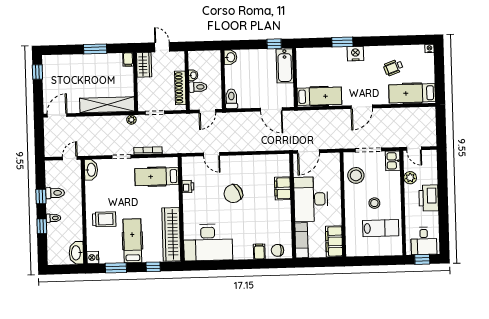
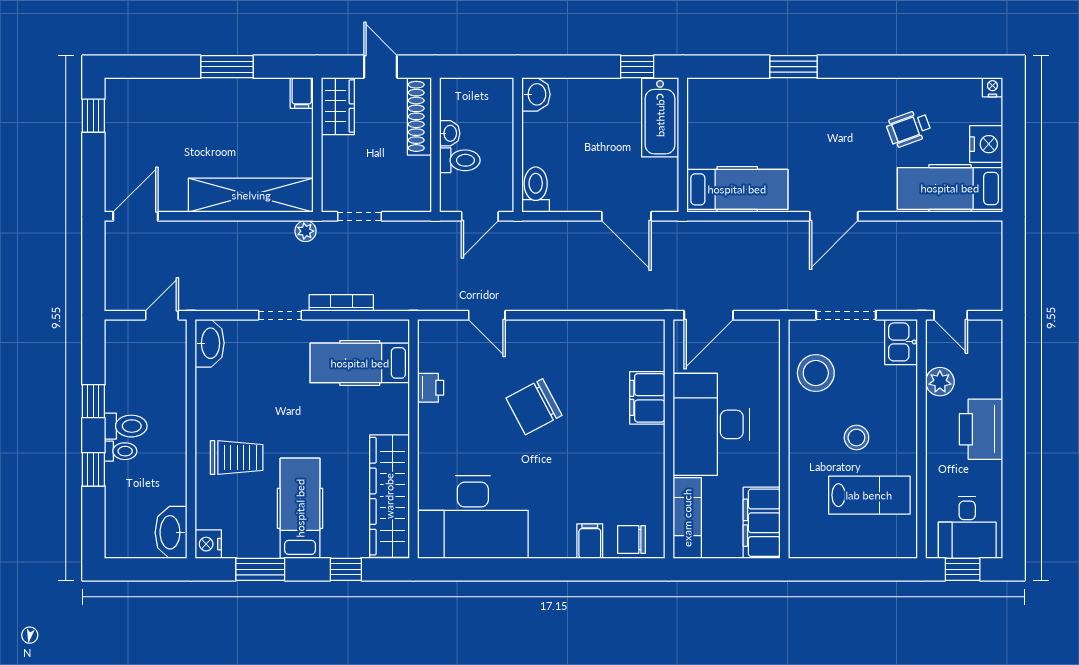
nightstand: (355, 54) -> (986, 144), moved, turned 90
shoe rack: (180, 88) -> (419, 116), moved
toilet: (55, 193) -> (126, 426), moved

